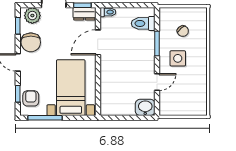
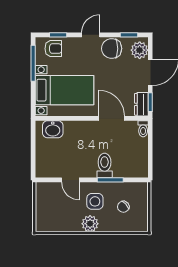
toilet: (143, 23) -> (105, 165), moved
plant: (199, 63) -> (90, 224), added
washbasin: (145, 107) -> (53, 129), moved, turned 90

